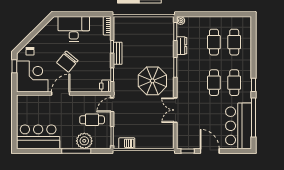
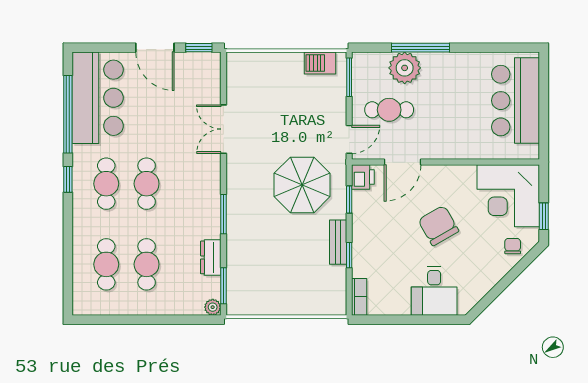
desk: (74, 29) -> (434, 291), width x0.73
chair: (67, 62) -> (438, 226), turned -69
parasol: (152, 81) -> (302, 185), moved
door: (61, 94) -> (402, 162), moved
double door: (175, 110) -> (223, 129), swing flipped
bar counter: (38, 137) -> (516, 101), moved, turned 90

